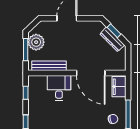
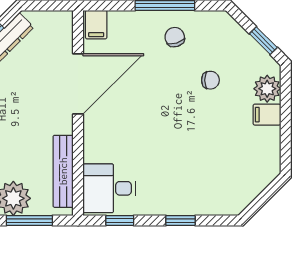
filing cabinet: (119, 87) -> (96, 25), width x0.50
desk: (59, 88) -> (109, 188), moved

